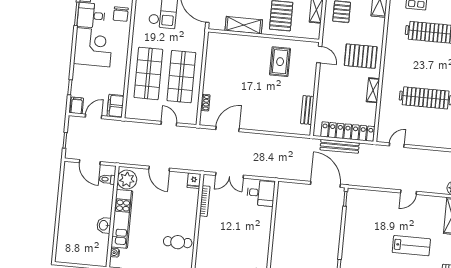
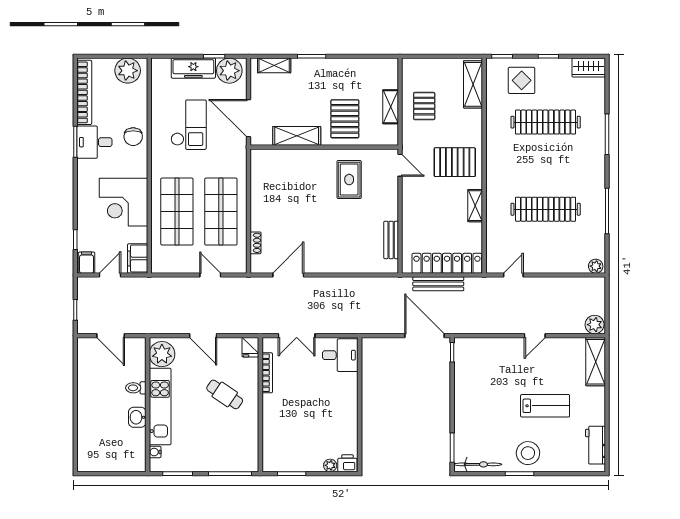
corner desk: (93, 47) -> (124, 202), moved, turned 180
toilet: (107, 179) -> (136, 388), moved
cafe table: (178, 242) -> (225, 394), moved, turned 34

